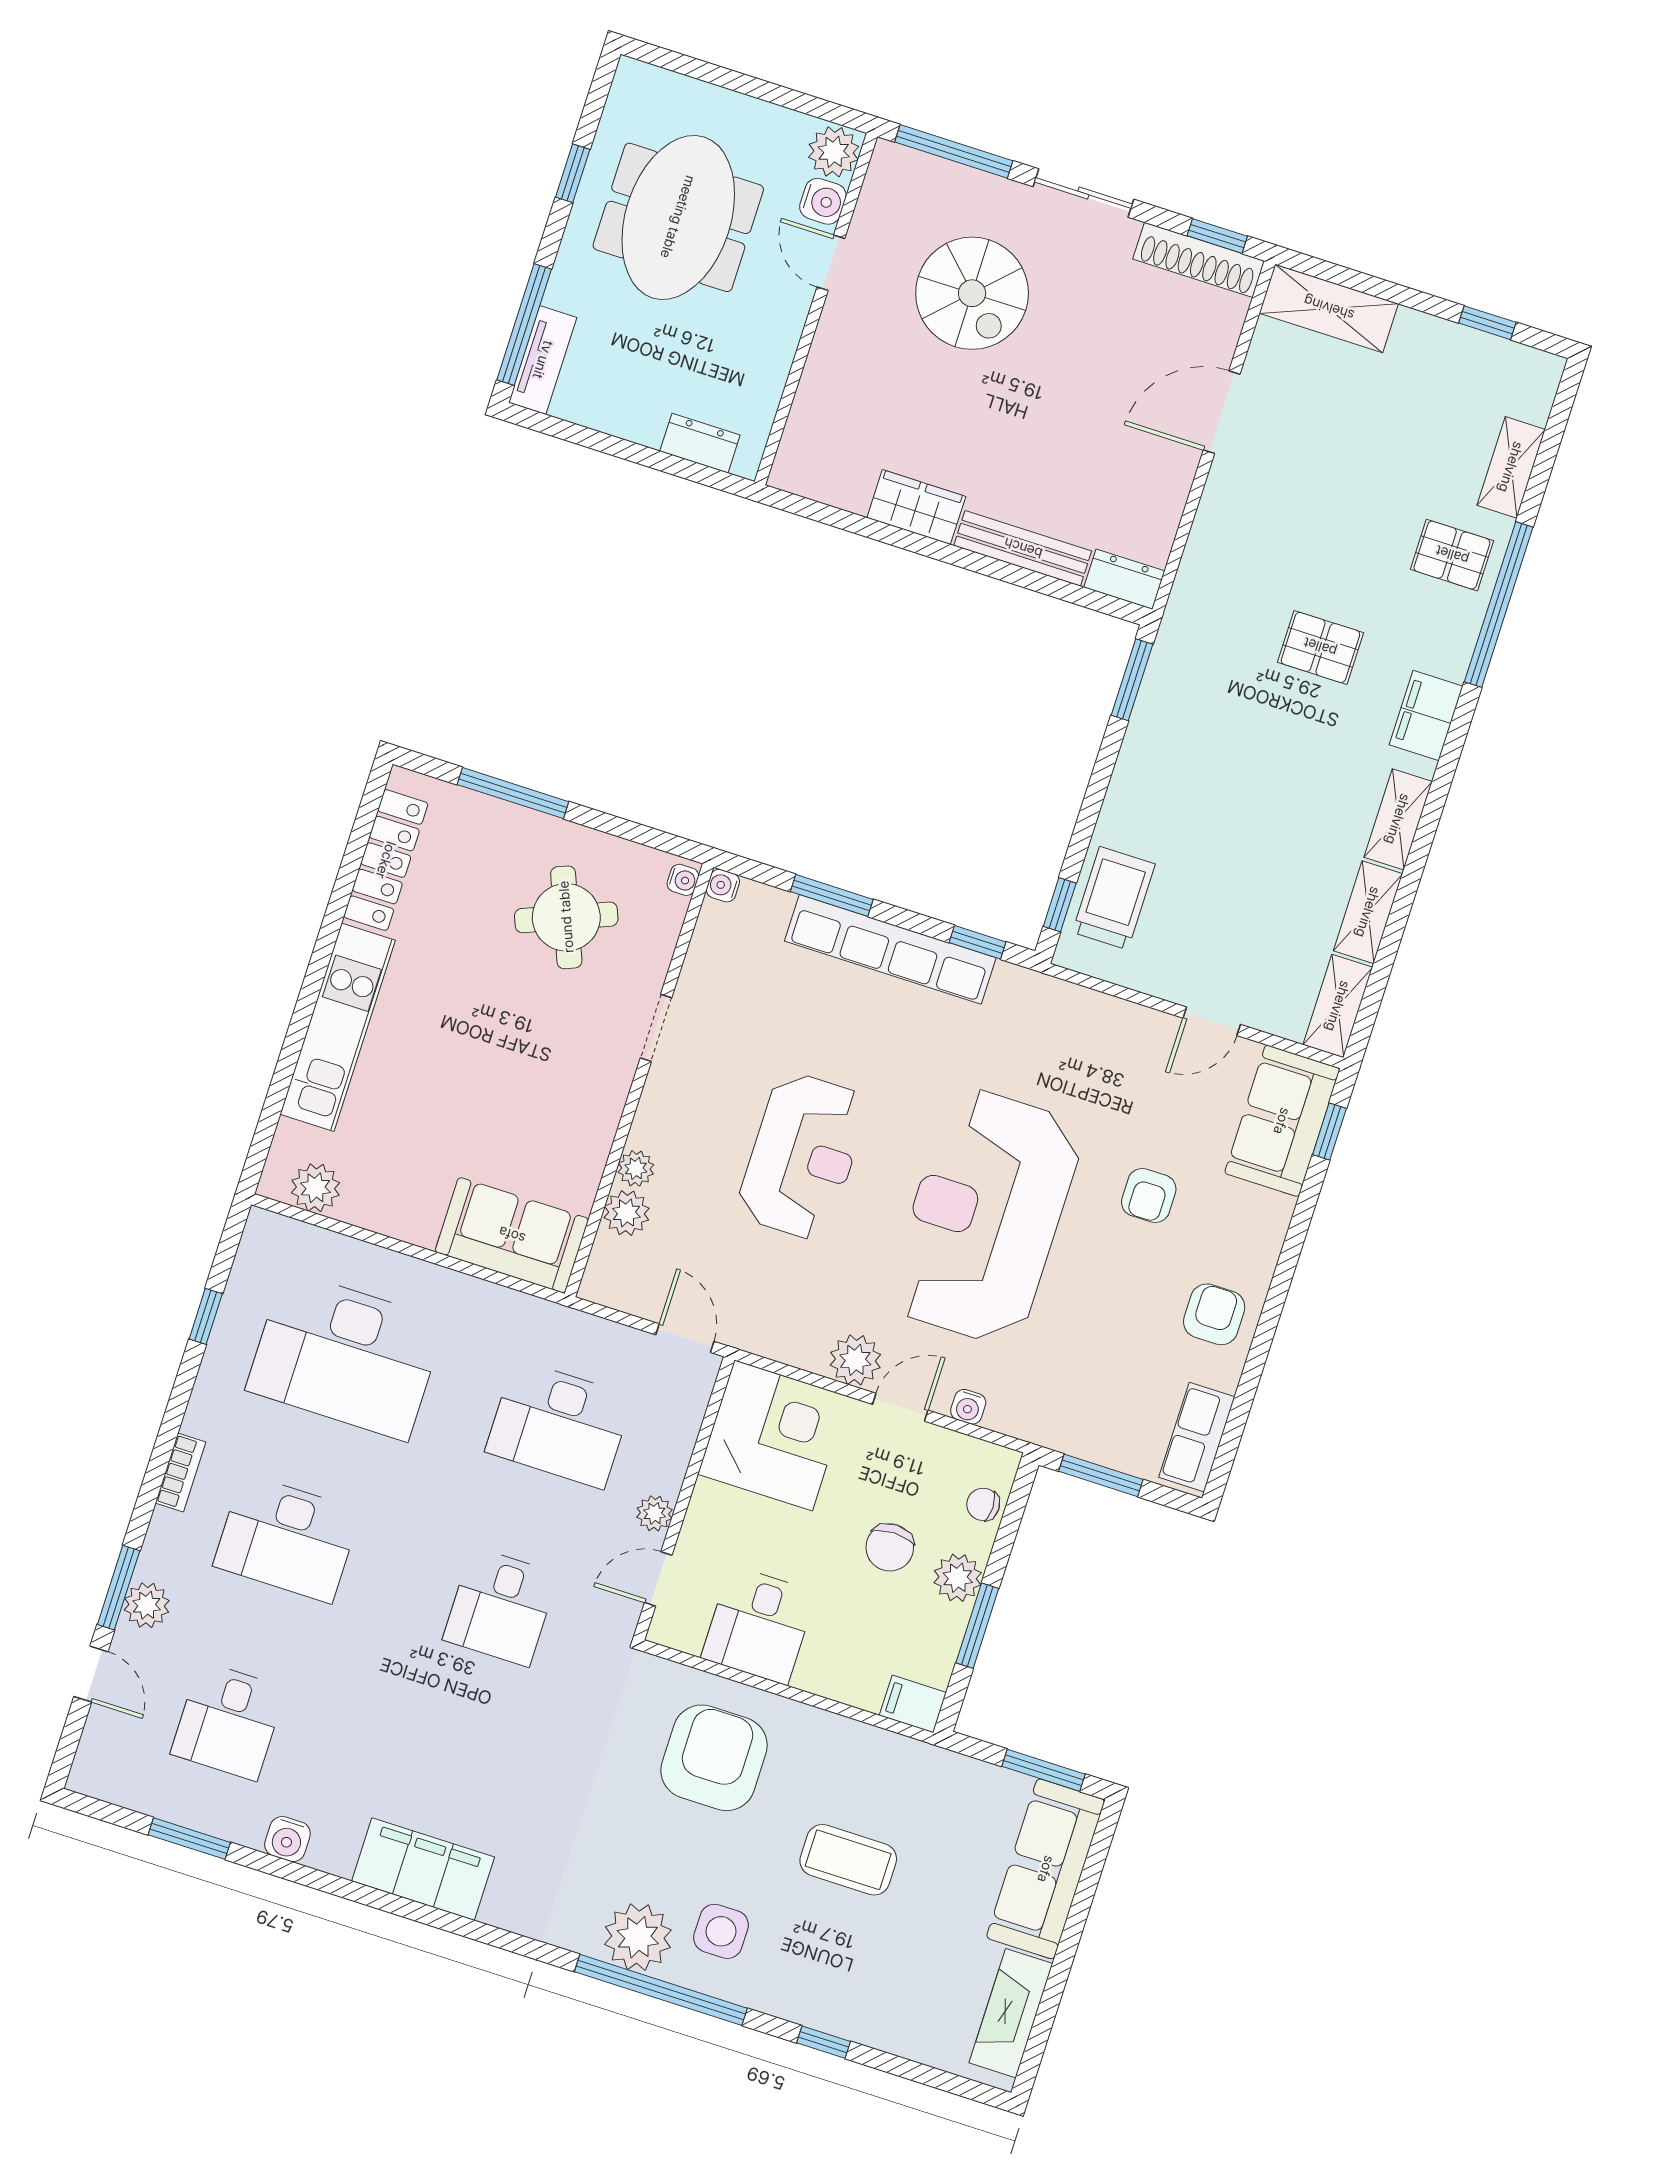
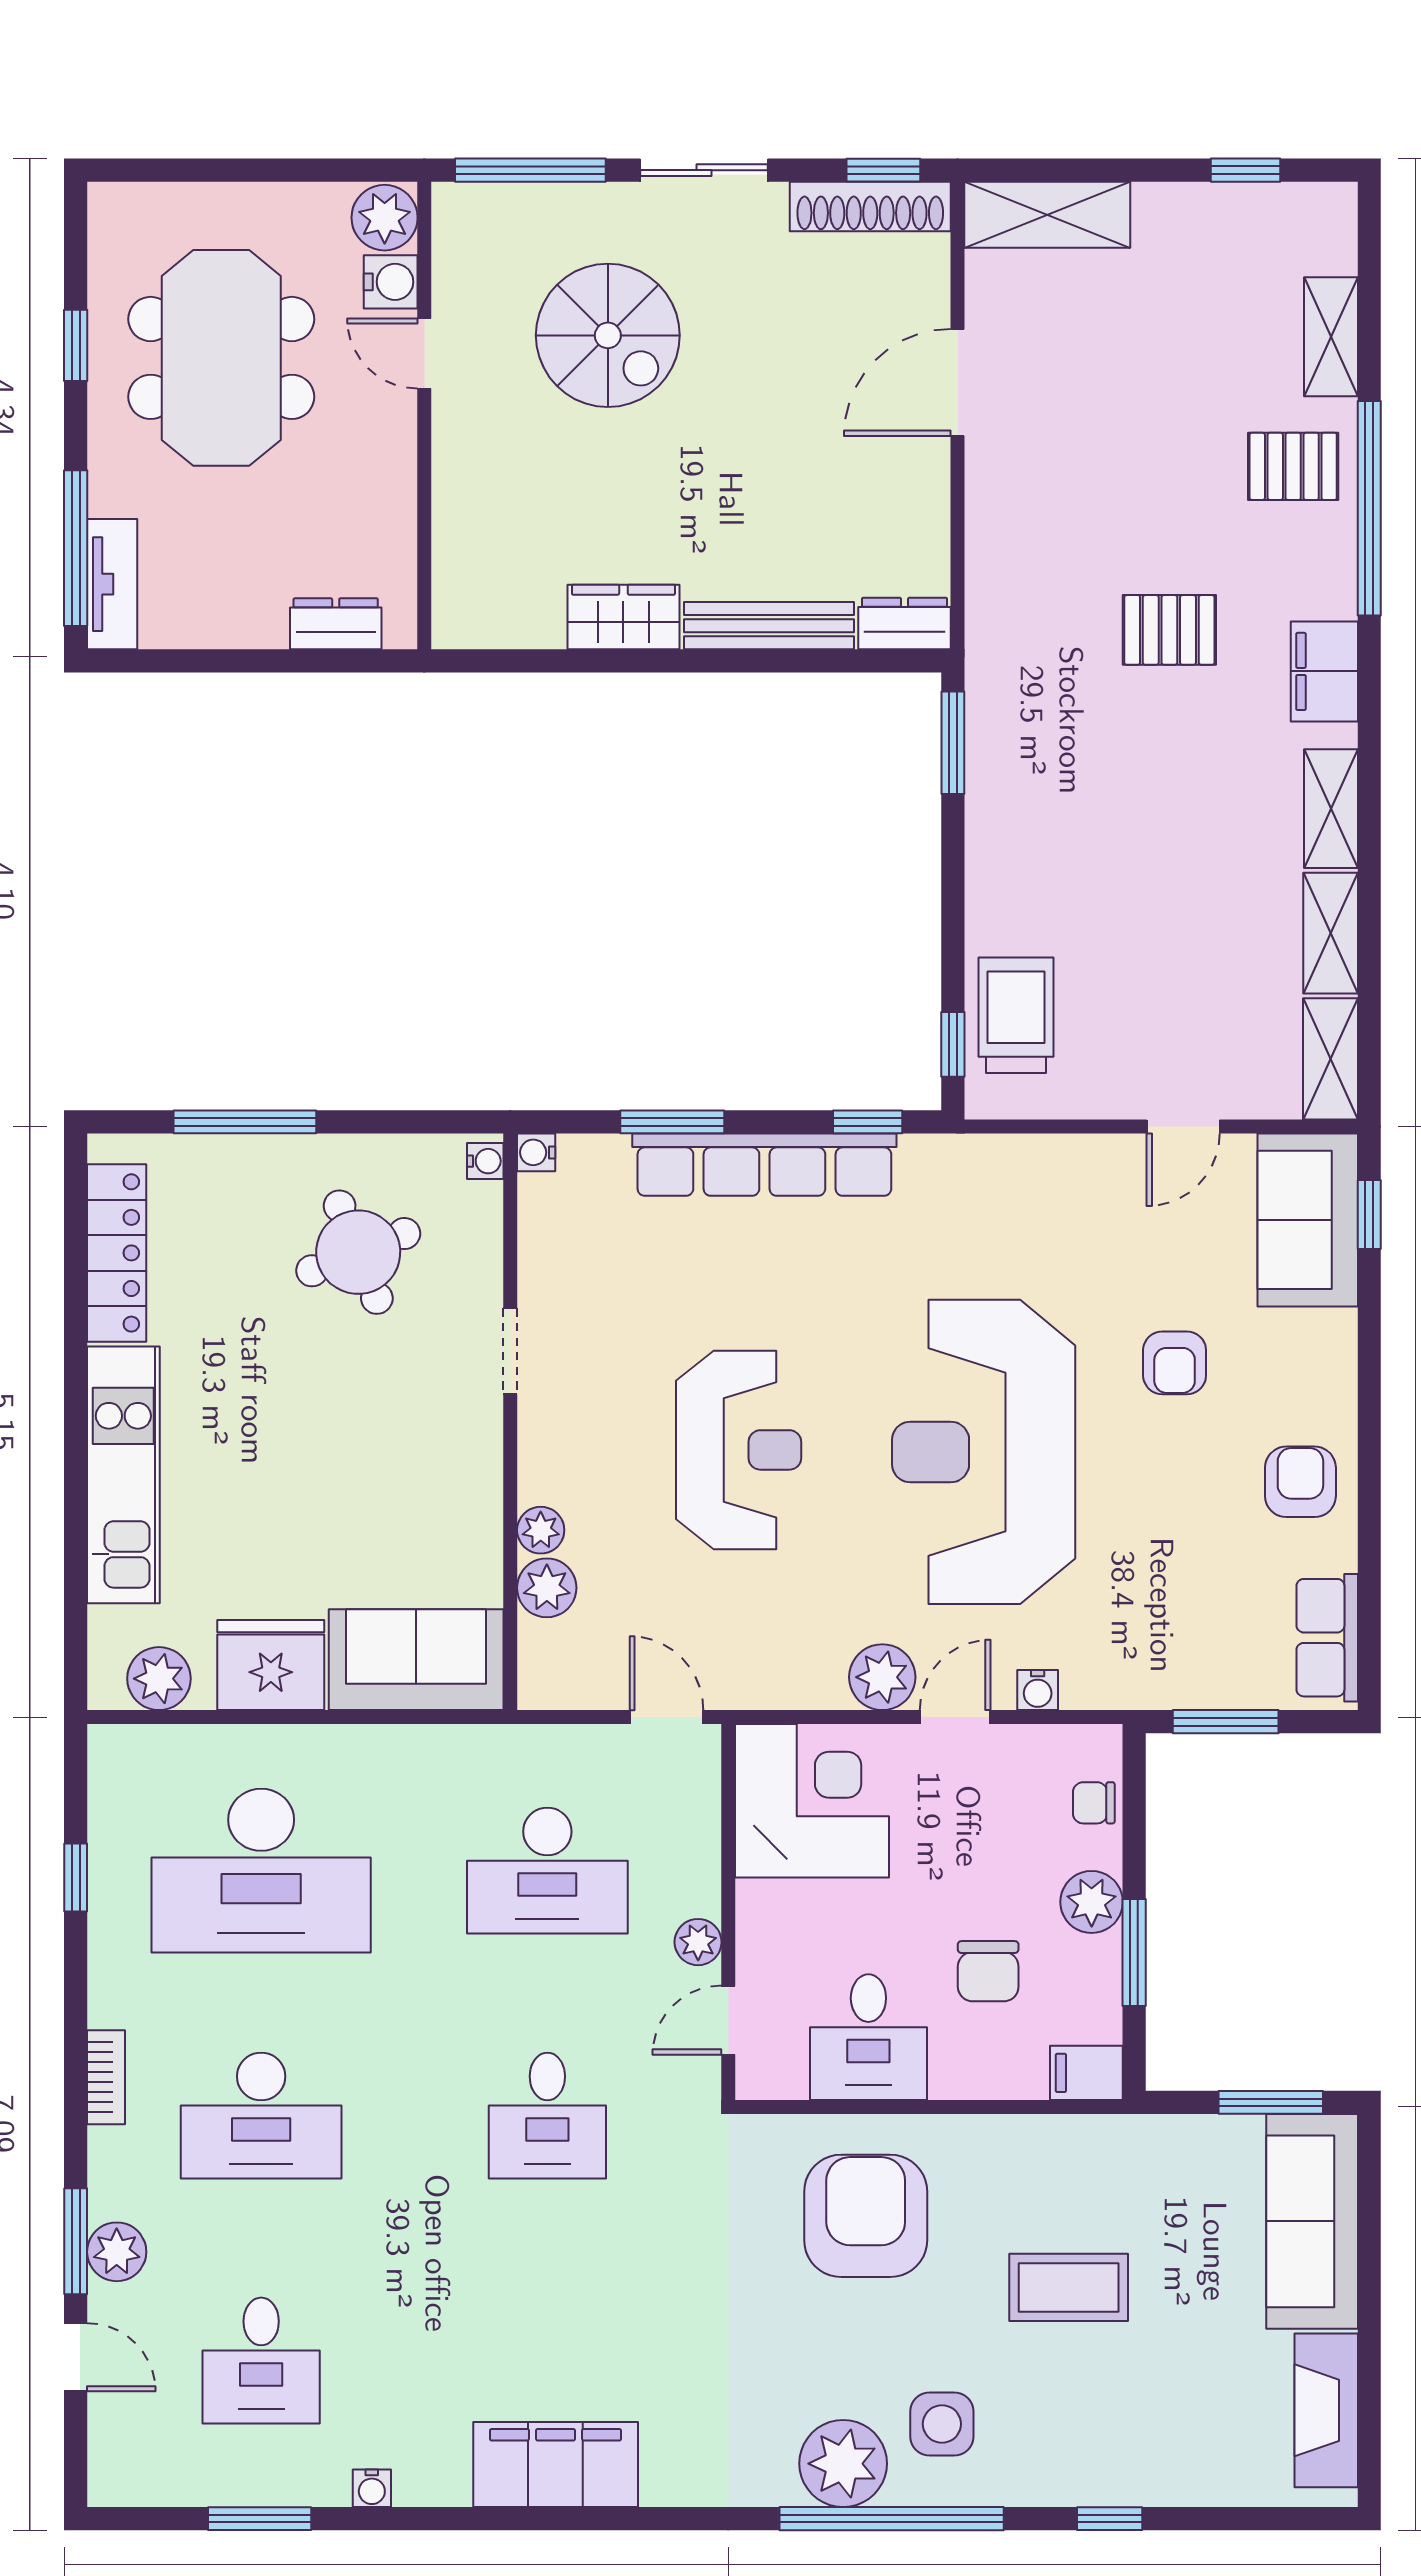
fridge: (402, 1204) -> (271, 1665), added
chair: (890, 1547) -> (988, 1971), moved
water cooler: (287, 1839) -> (372, 2488), width x0.72, depth x0.72

